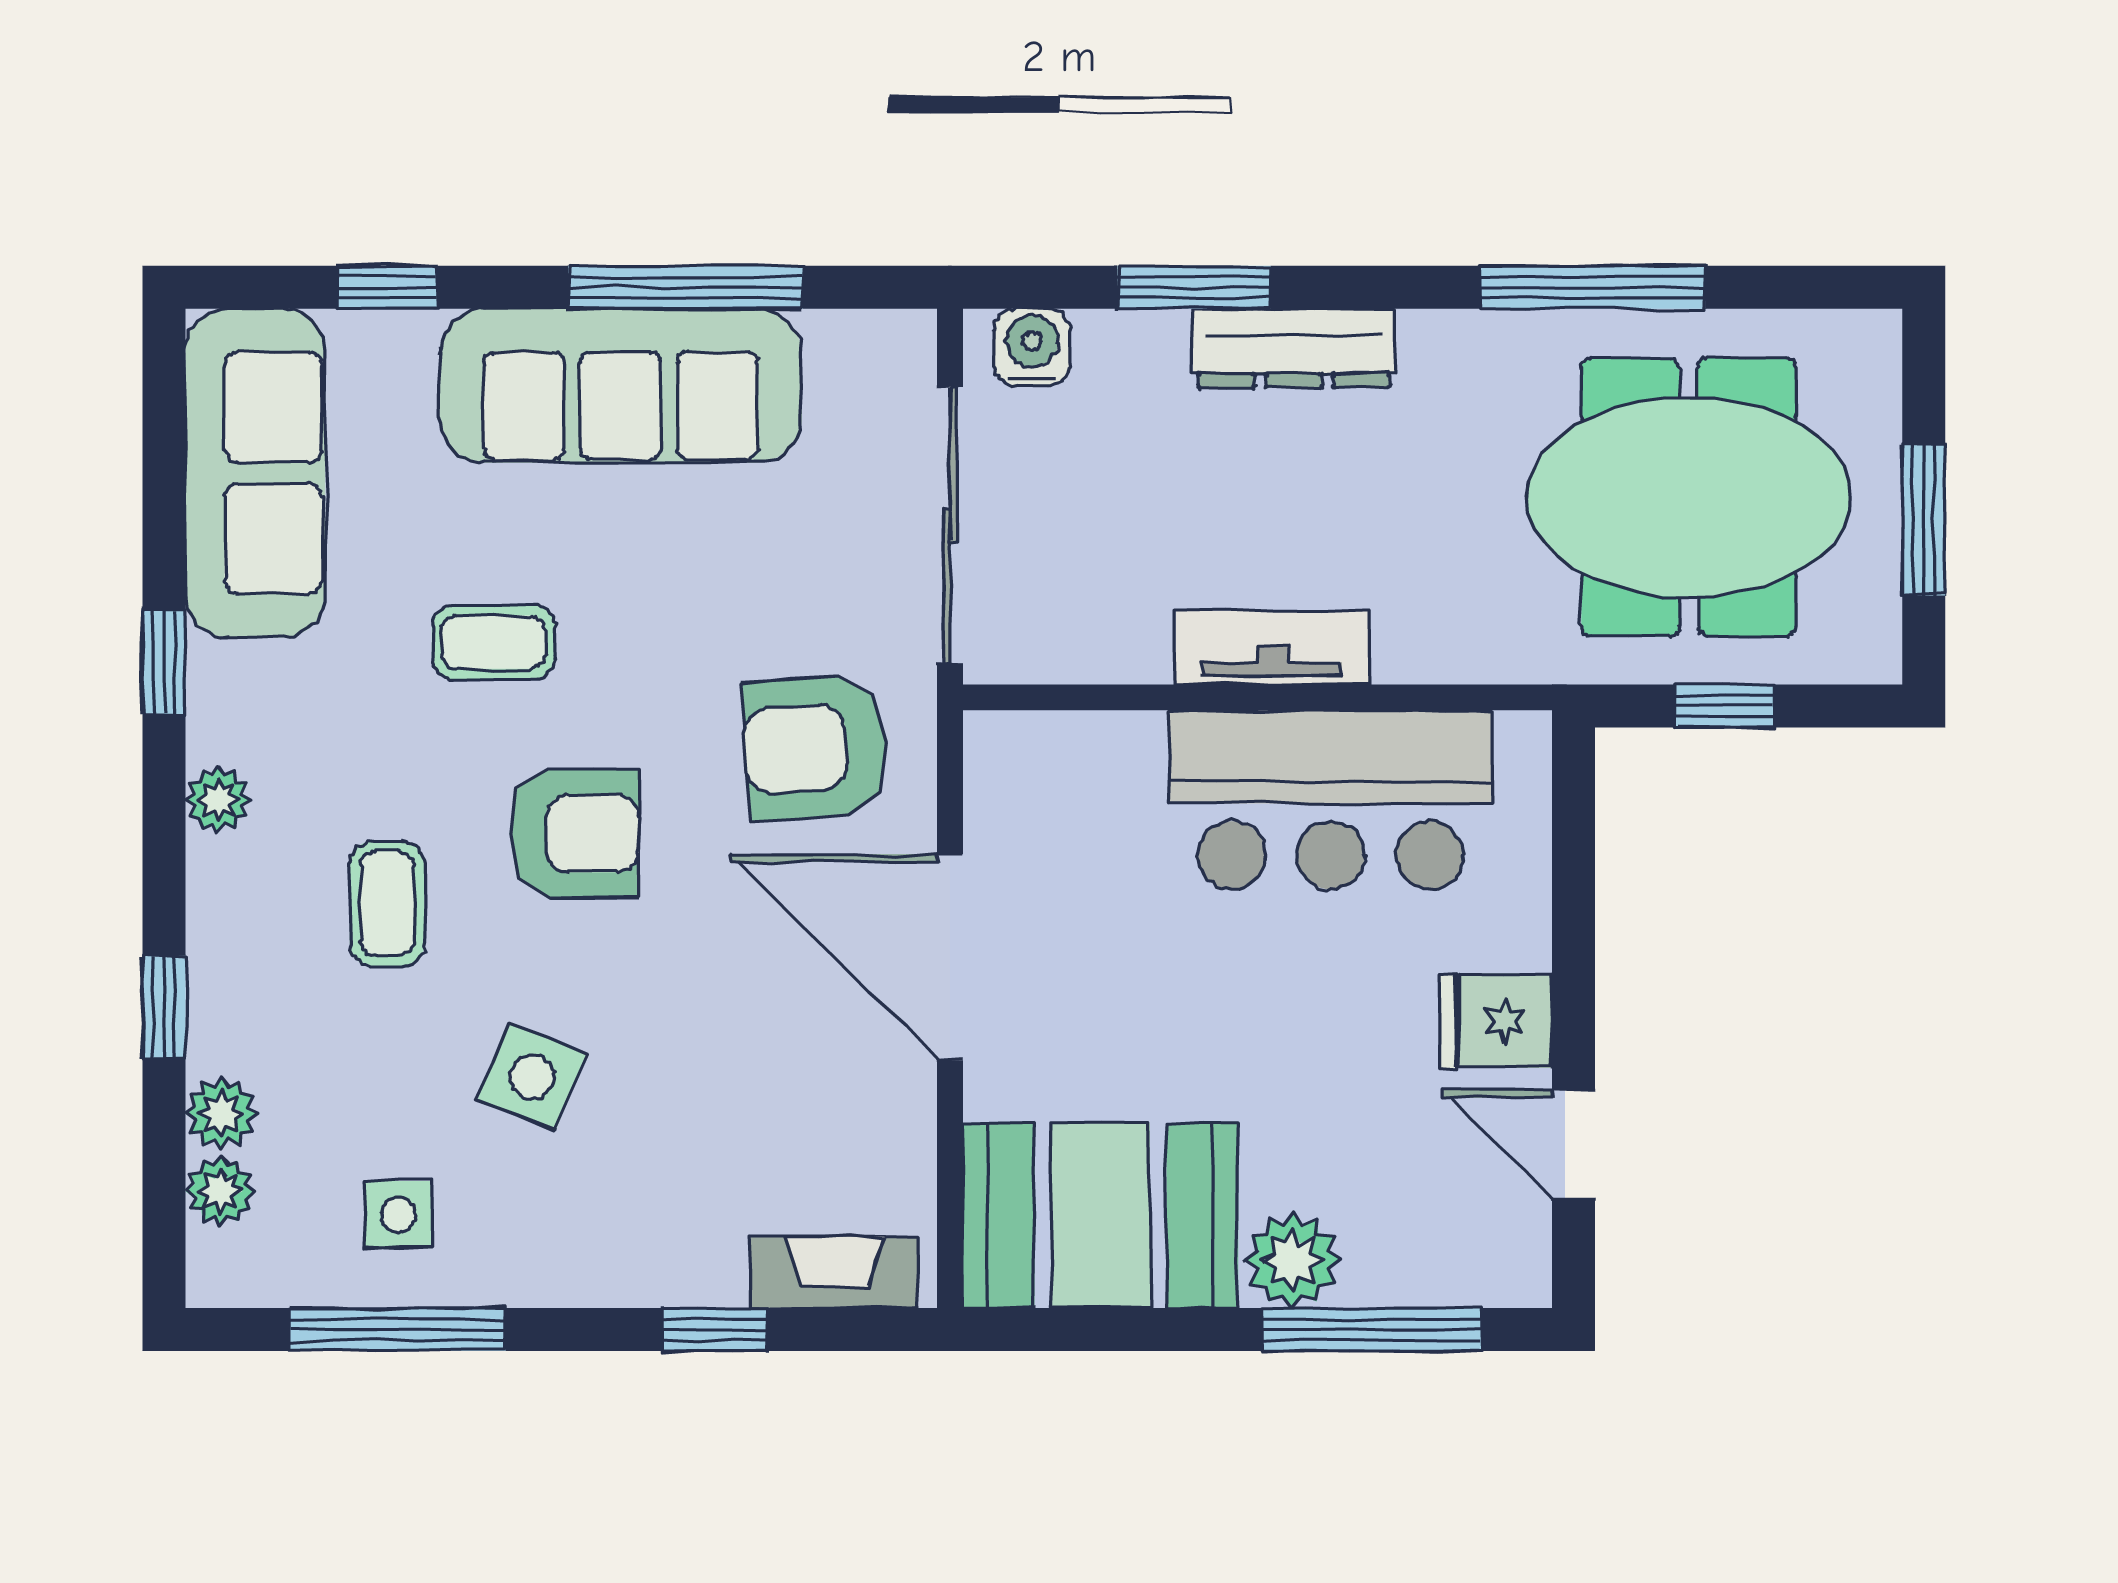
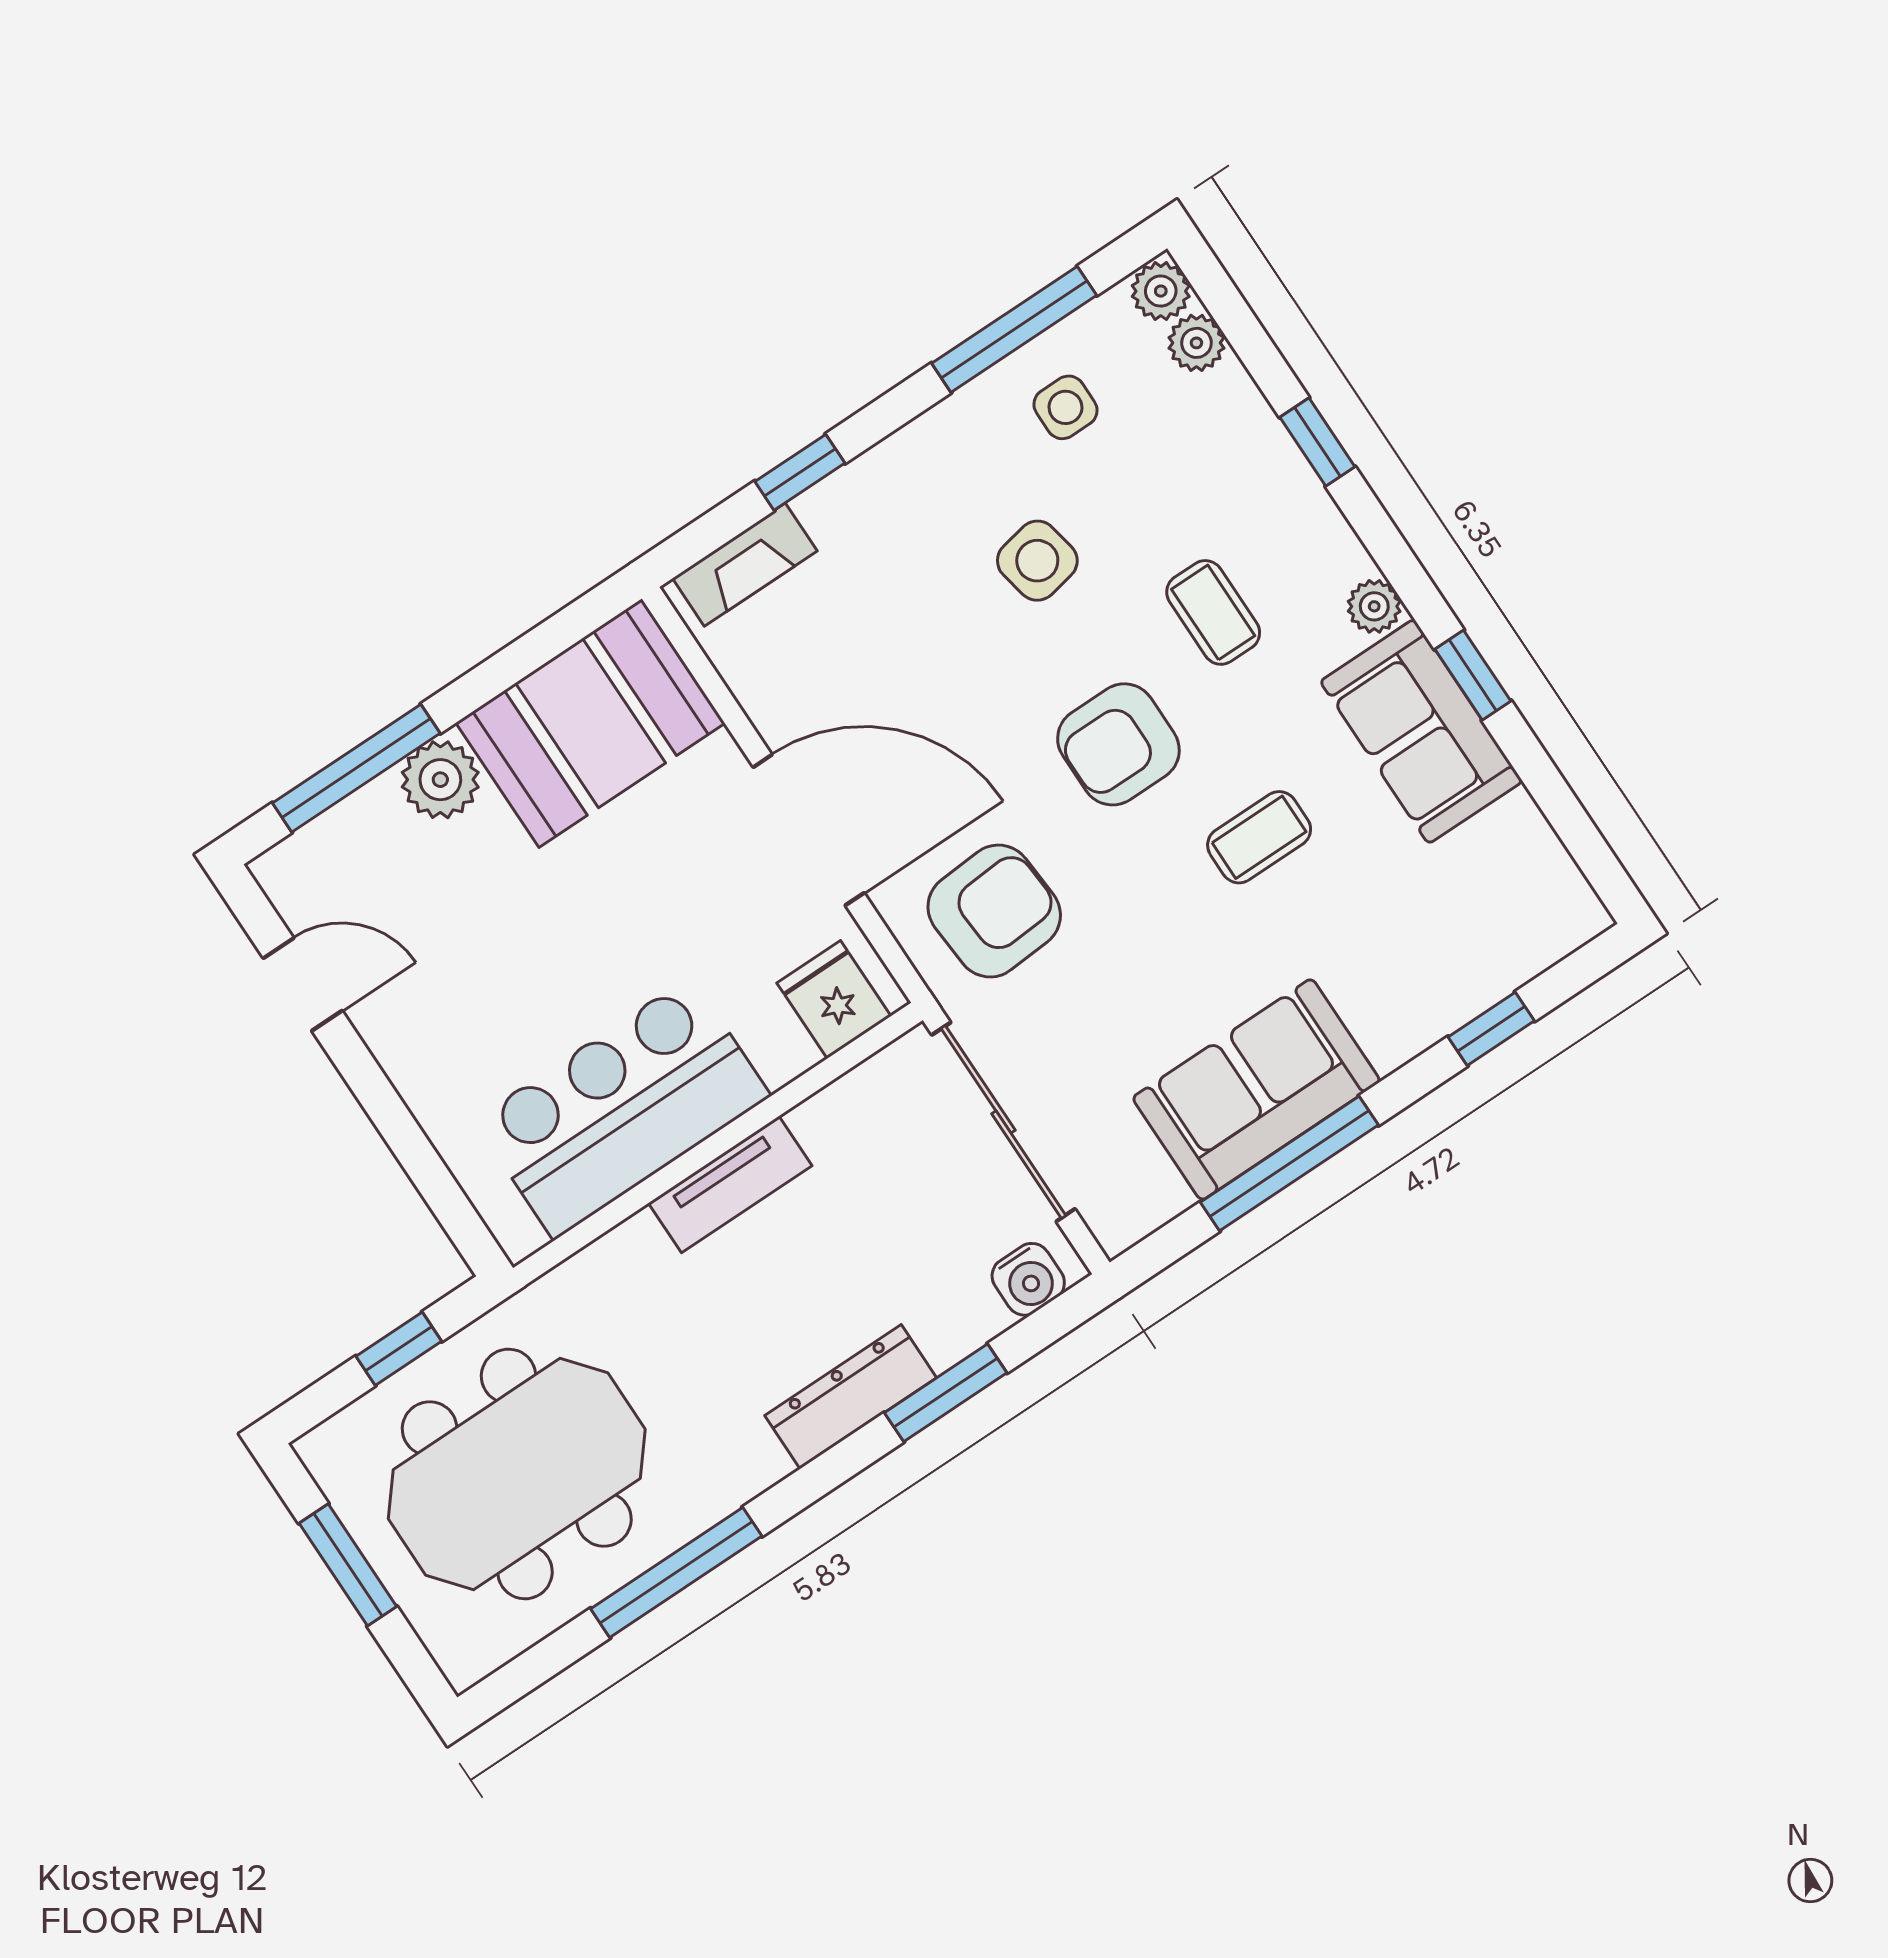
sofa: (621, 386) -> (1256, 1089), width x0.73
sofa: (255, 473) -> (1421, 731), moved, width x0.73
fridge: (1496, 1021) -> (834, 1000), moved, turned -90
side table: (532, 1077) -> (1037, 561), turned -33
plant: (221, 1114) -> (1161, 291), moved

